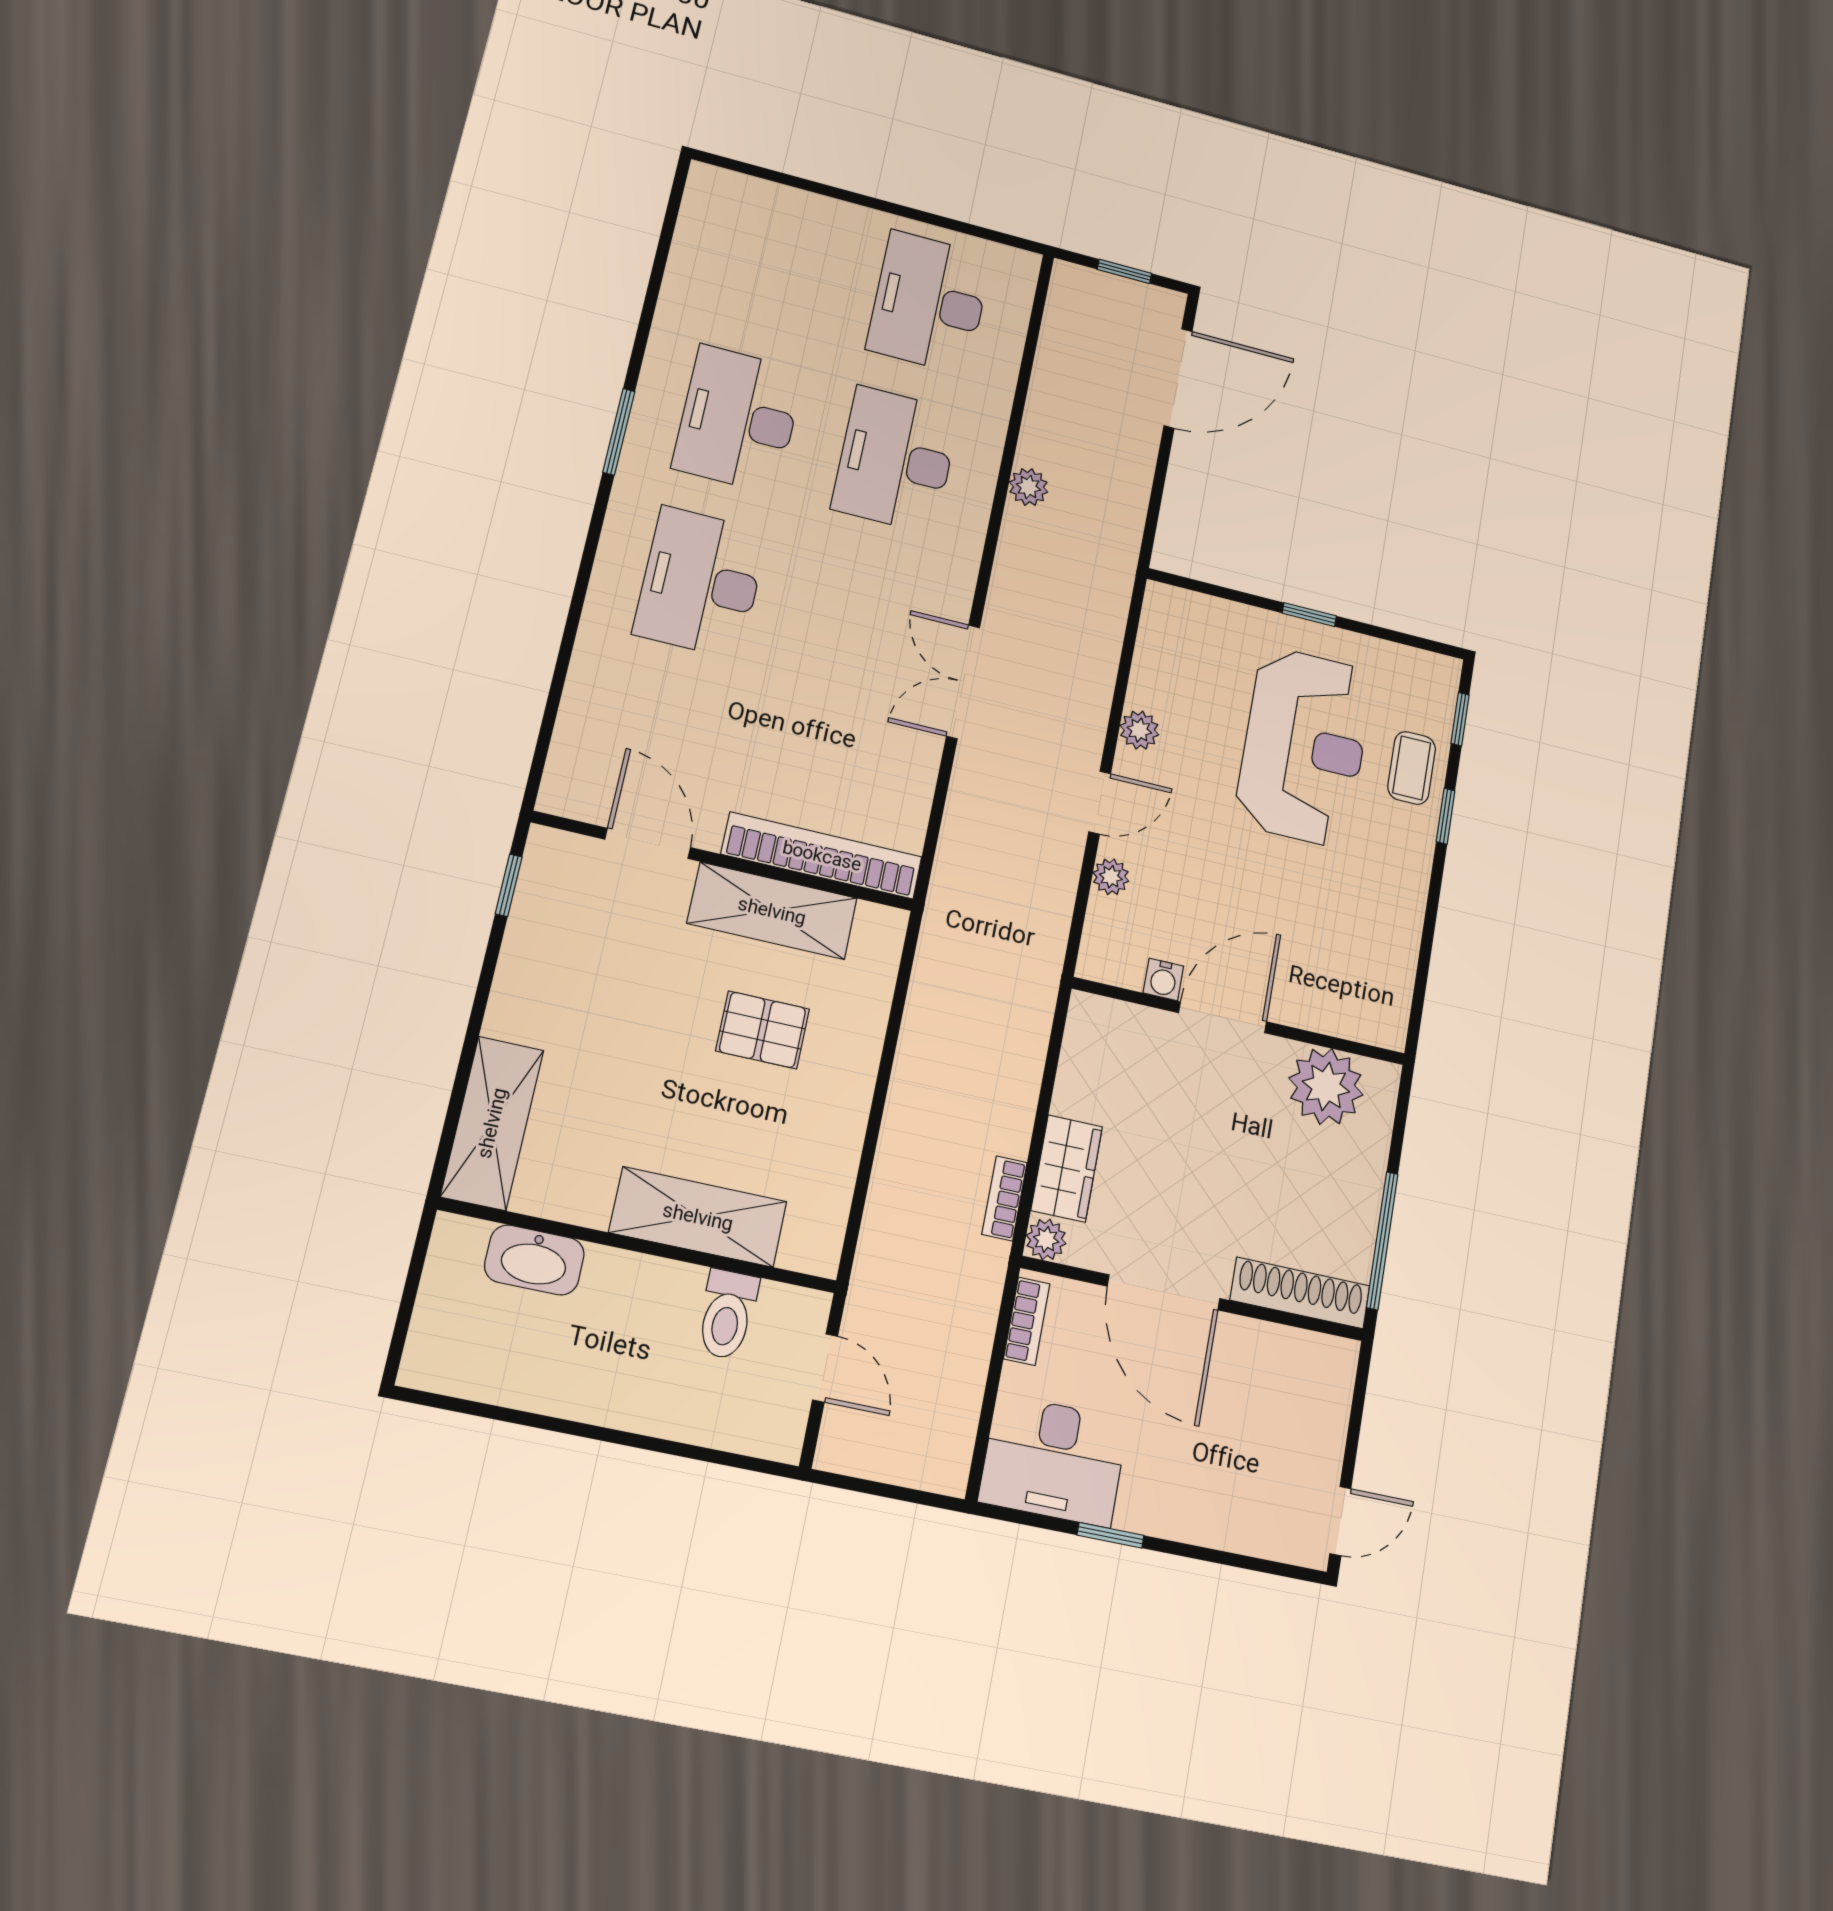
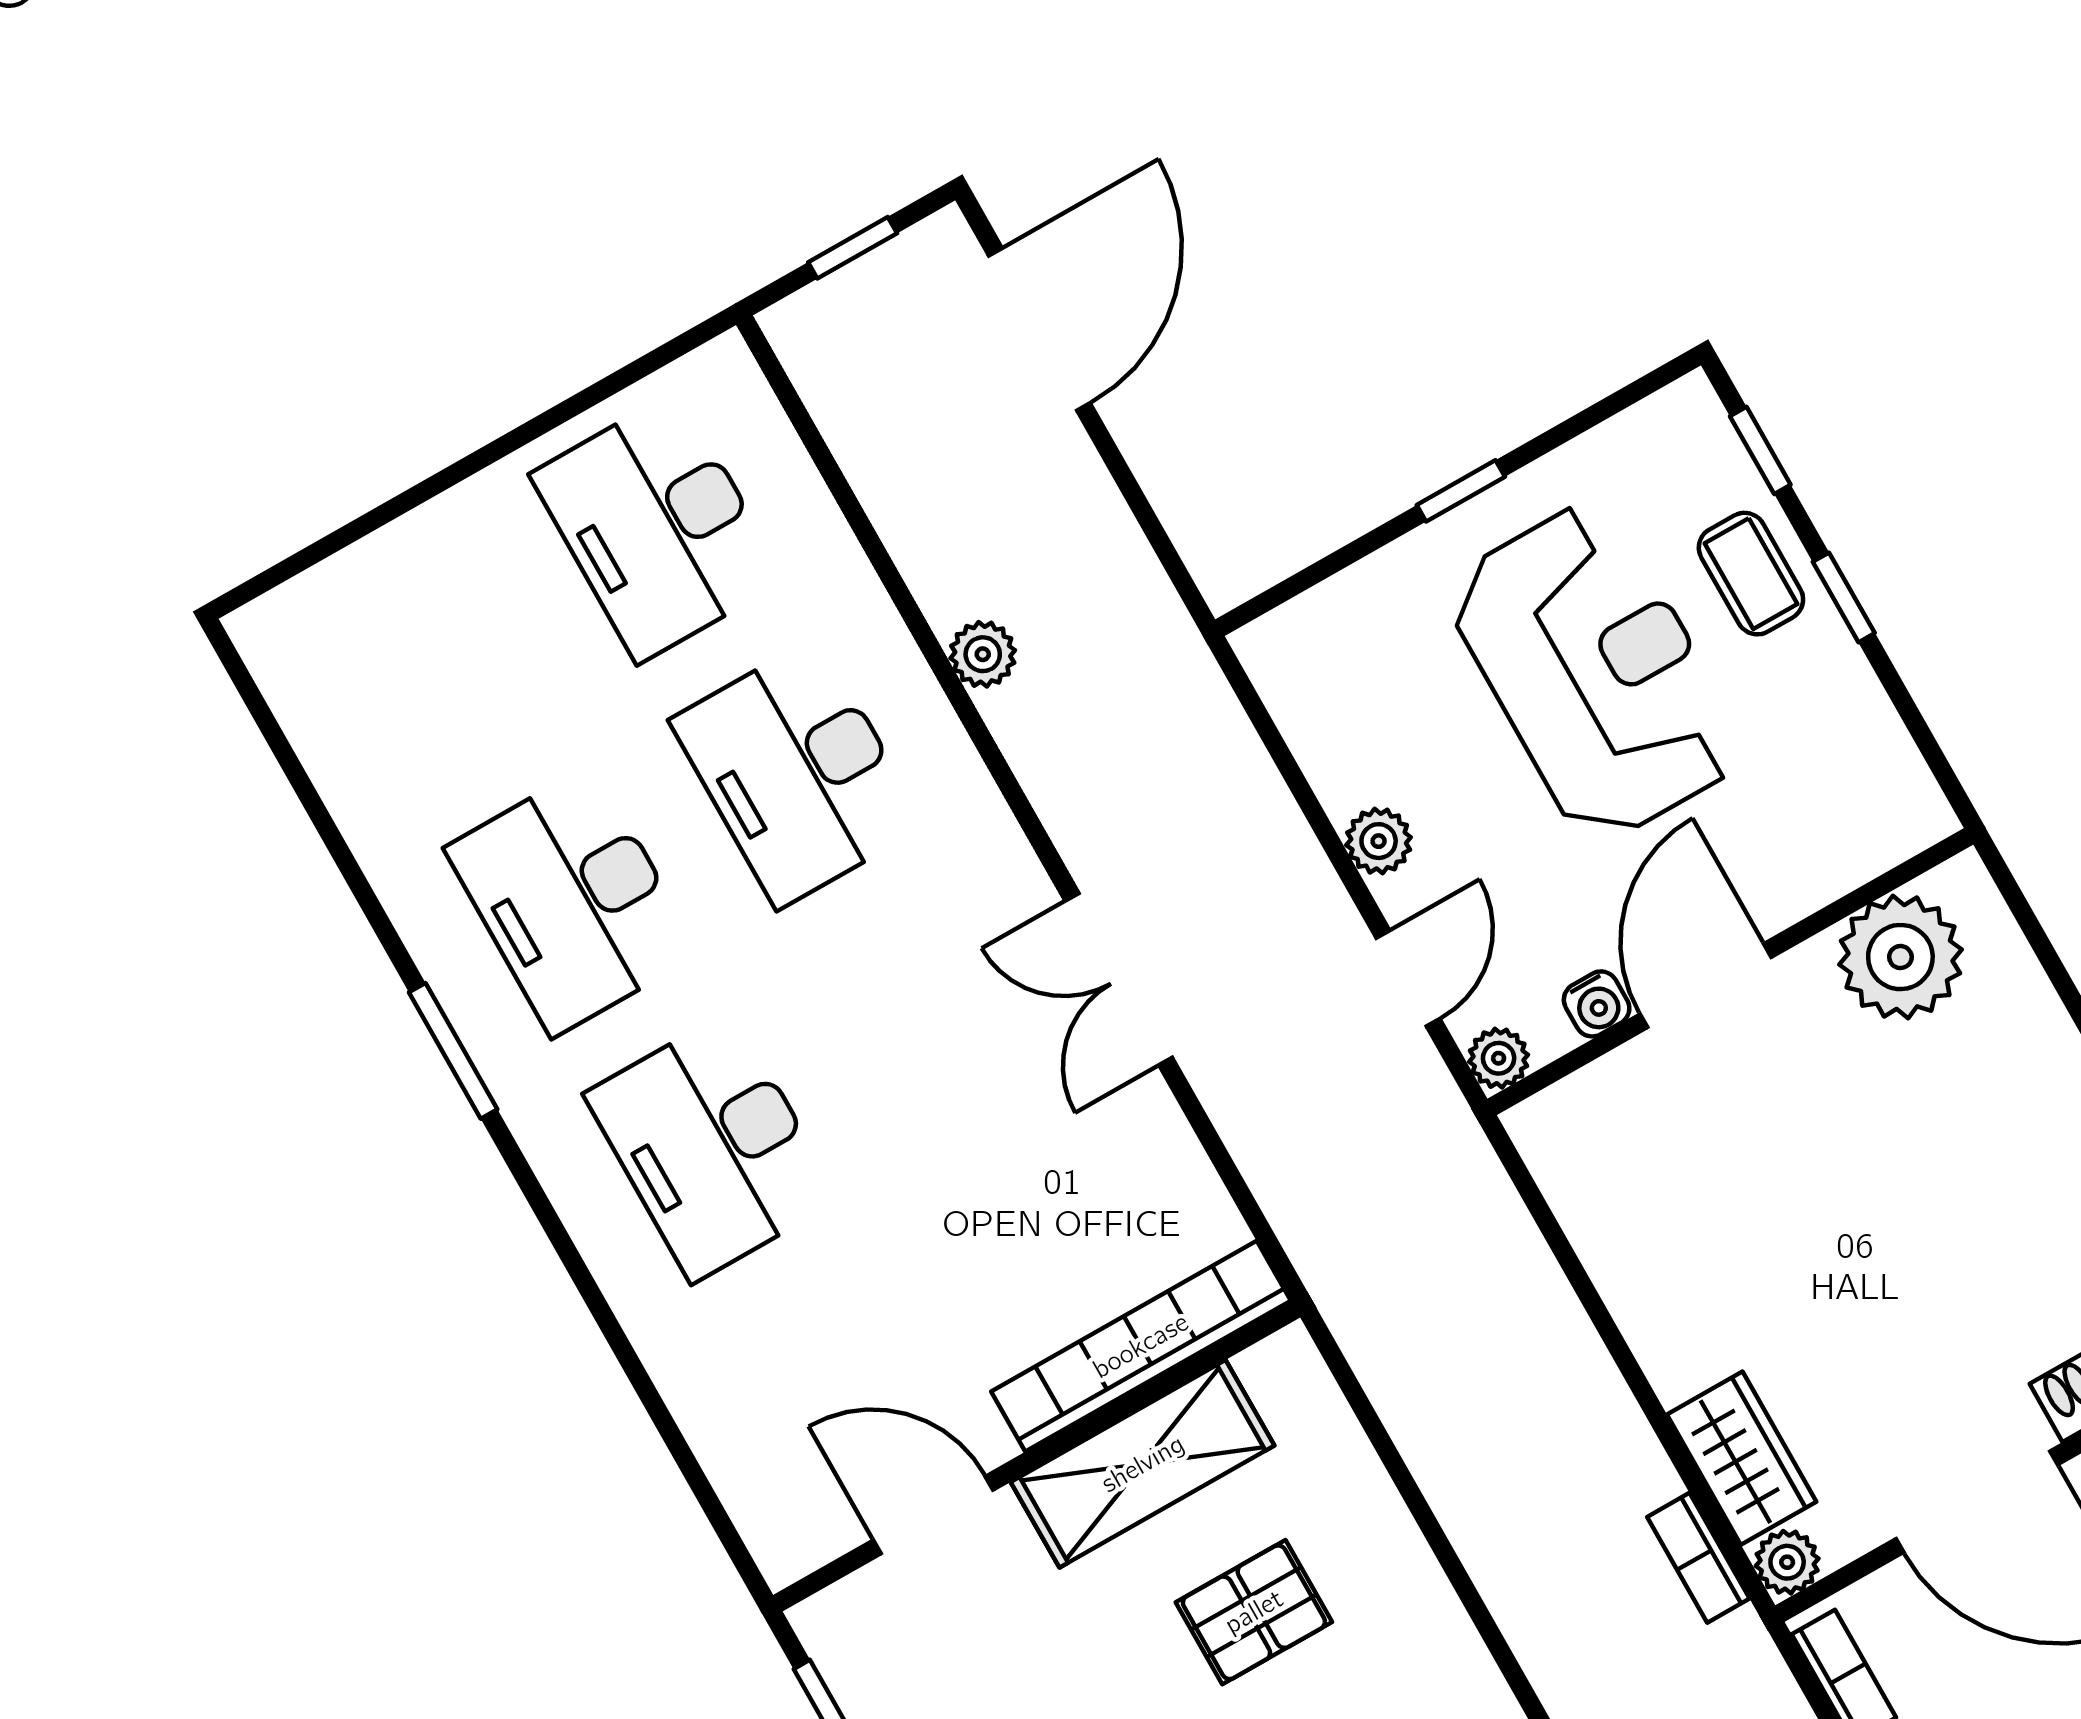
water cooler: (1163, 979) -> (1597, 1004), moved
door: (1223, 1017) -> (1706, 986), moved
wall: (1240, 1021) -> (1730, 972), moved
plant: (1326, 1086) -> (1900, 957), moved

